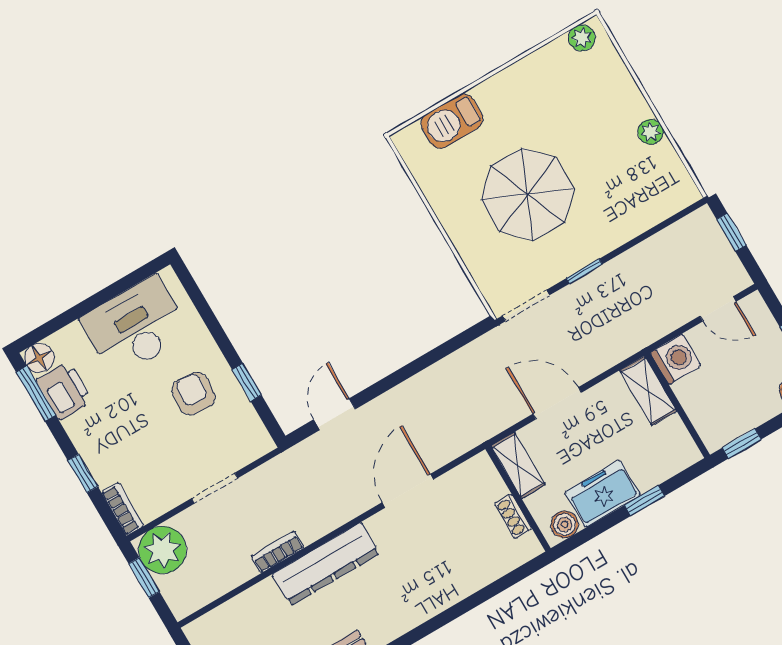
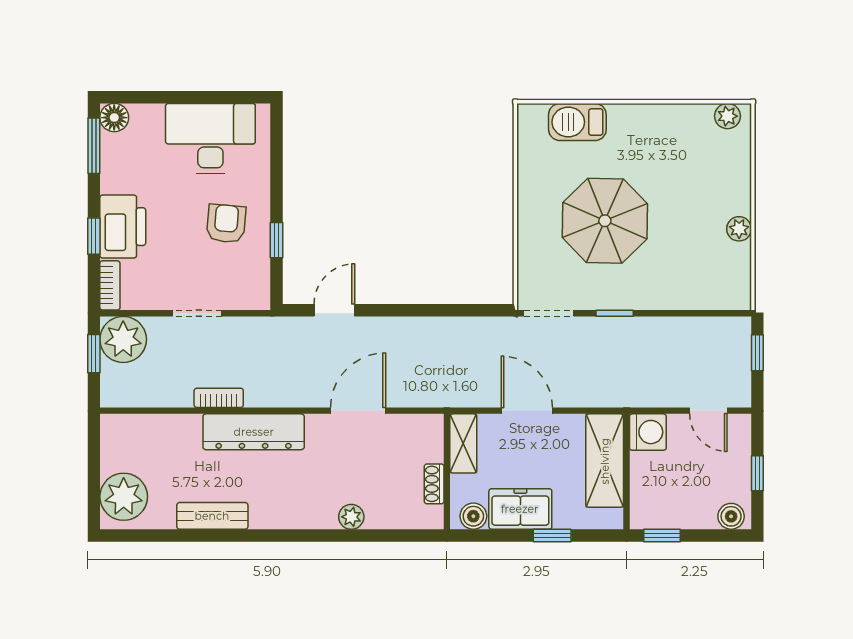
printer: (64, 391) -> (123, 227), moved, width x1.37, depth x1.19
shelving: (648, 391) -> (605, 461), width x1.50, depth x1.33
plant: (457, 589) -> (351, 517), added

